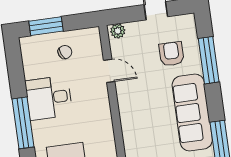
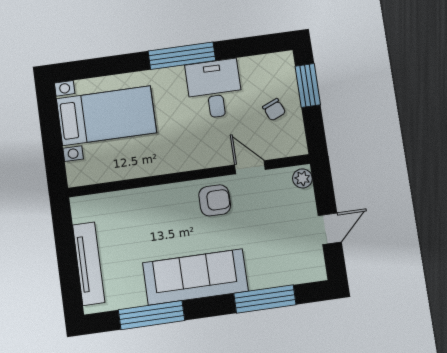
armchair: (171, 54) -> (215, 200), moved
door: (109, 71) -> (250, 167), swing flipped

